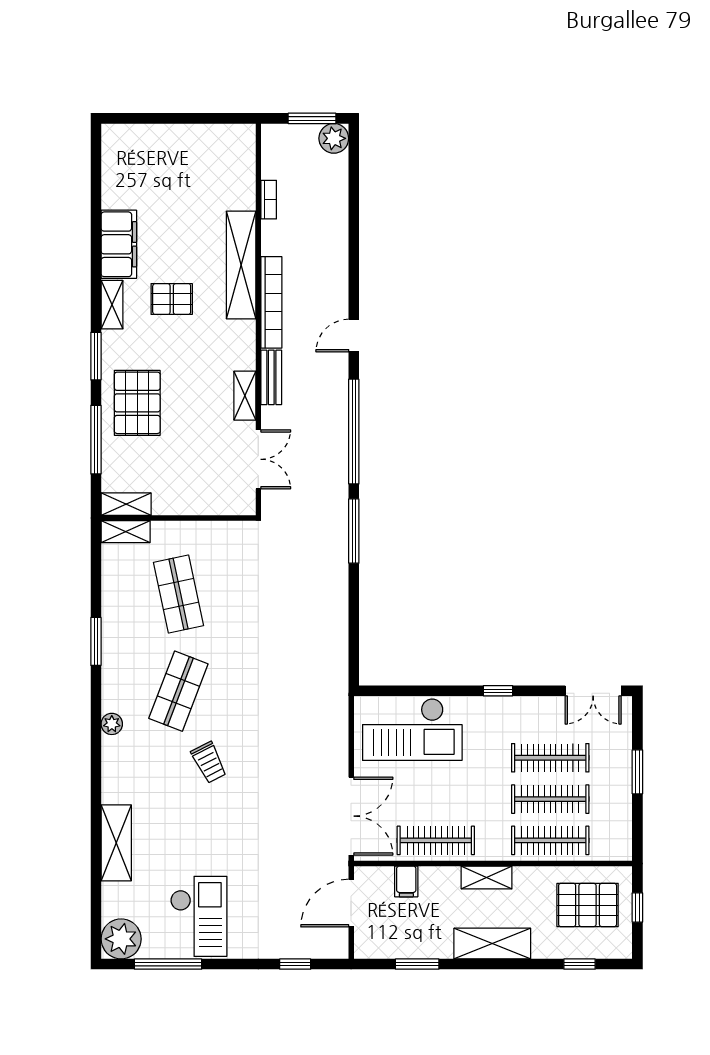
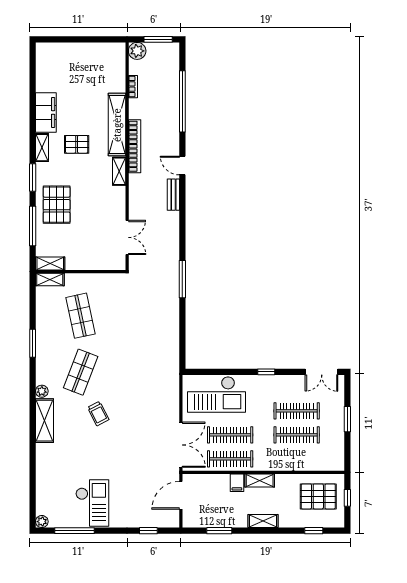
plant: (334, 138) -> (137, 51), moved
door: (354, 336) -> (182, 165), hinge flipped
bench: (271, 377) -> (173, 195), moved
shelving: (245, 396) -> (119, 171), moved
window: (354, 432) -> (182, 101), moved
clothes rail: (550, 840) -> (230, 435), moved
shelving: (116, 843) -> (44, 421), moved
filing cabinet: (406, 881) -> (237, 483), moved
plant: (121, 939) -> (42, 522), width x0.53, depth x0.53
shelving: (492, 944) -> (263, 521), width x0.67, depth x0.75

